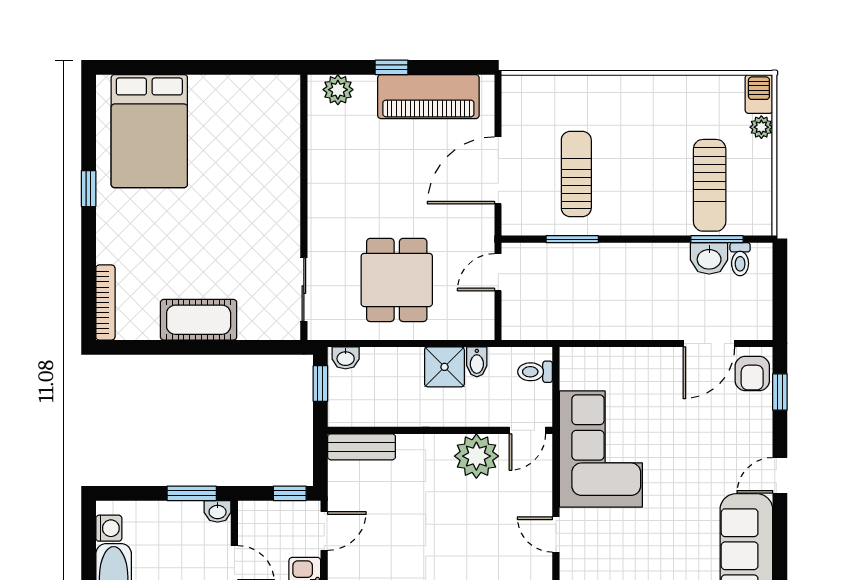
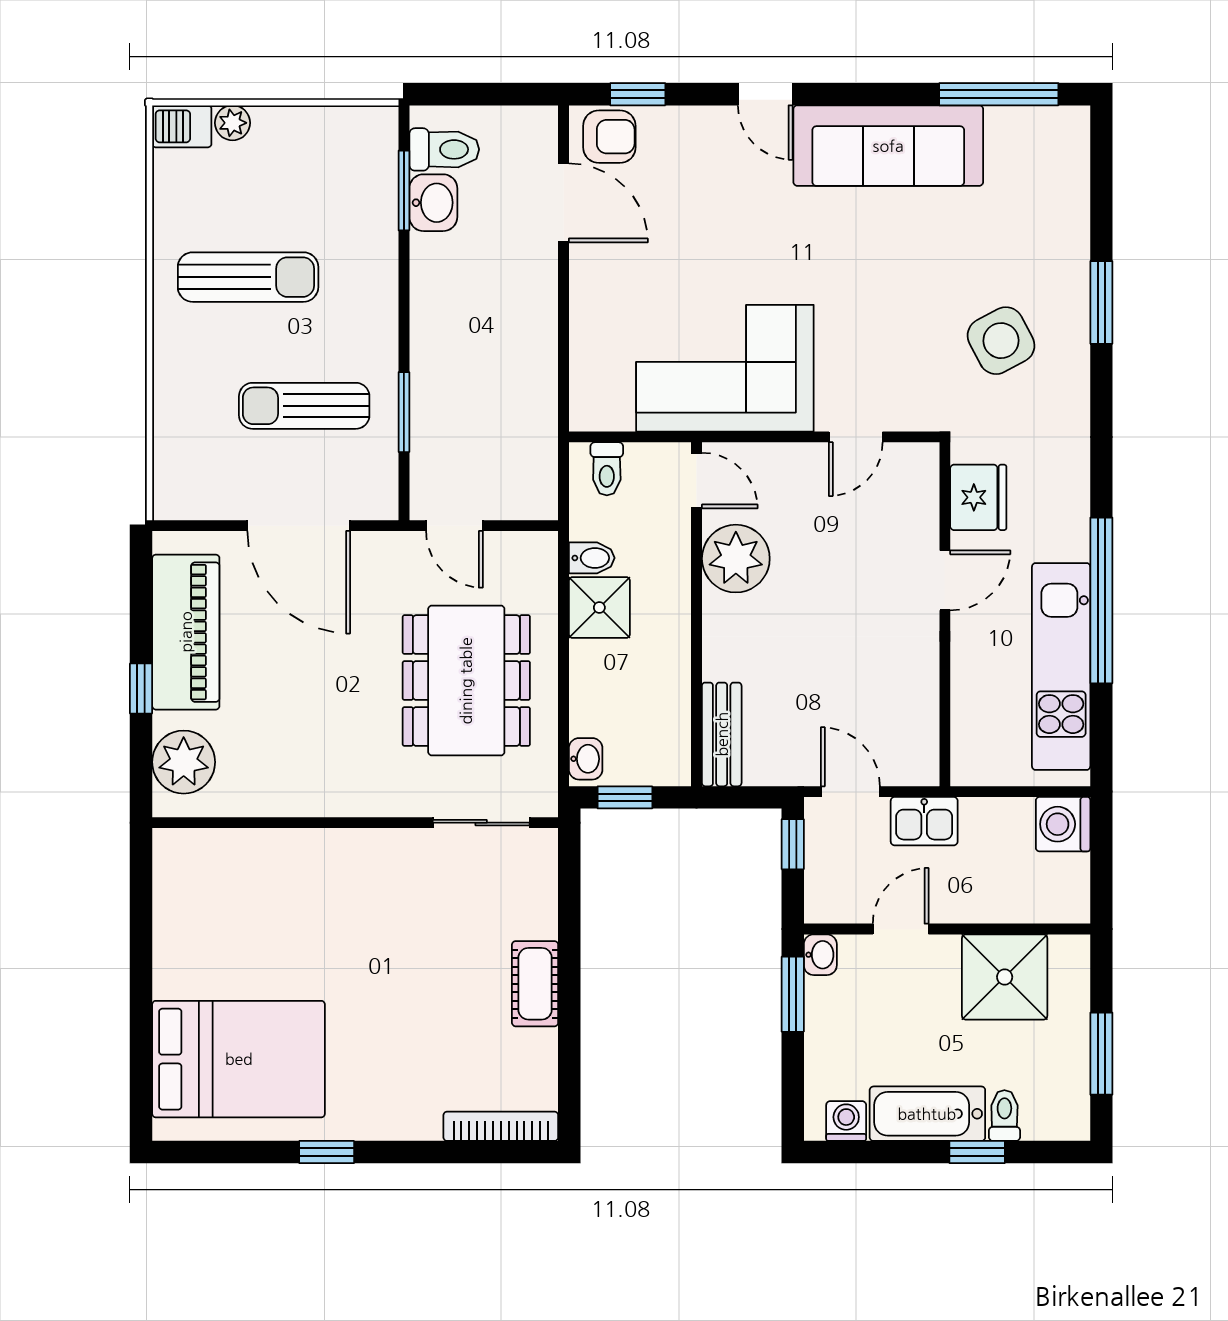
plant: (338, 90) -> (184, 762), width x1.36, depth x1.36
sun lounger: (710, 185) -> (248, 277), moved
toilet: (740, 259) -> (444, 149), width x1.37, depth x1.39
dining table: (397, 280) -> (466, 681), width x1.38
cot: (199, 320) -> (535, 984), width x0.73, depth x0.75

